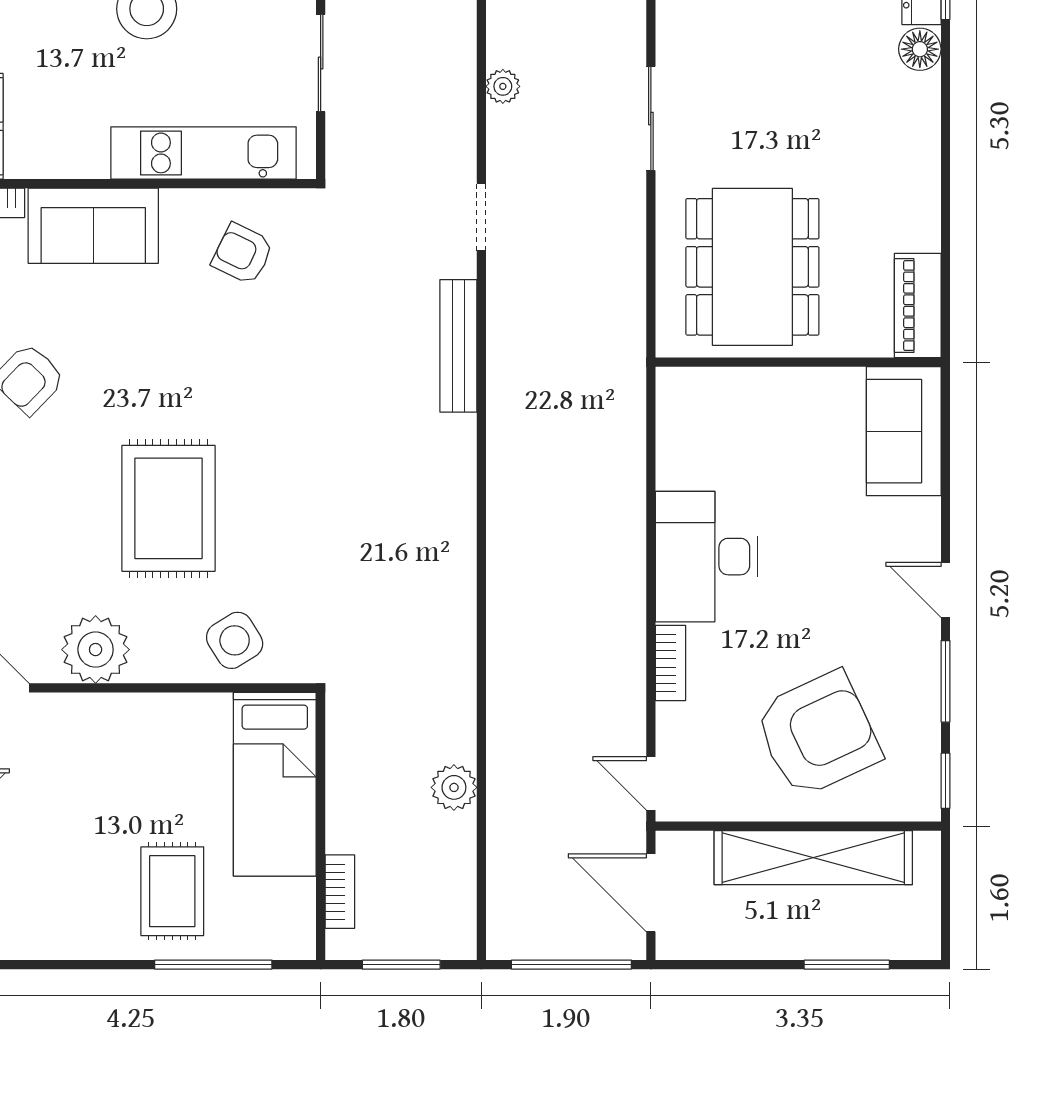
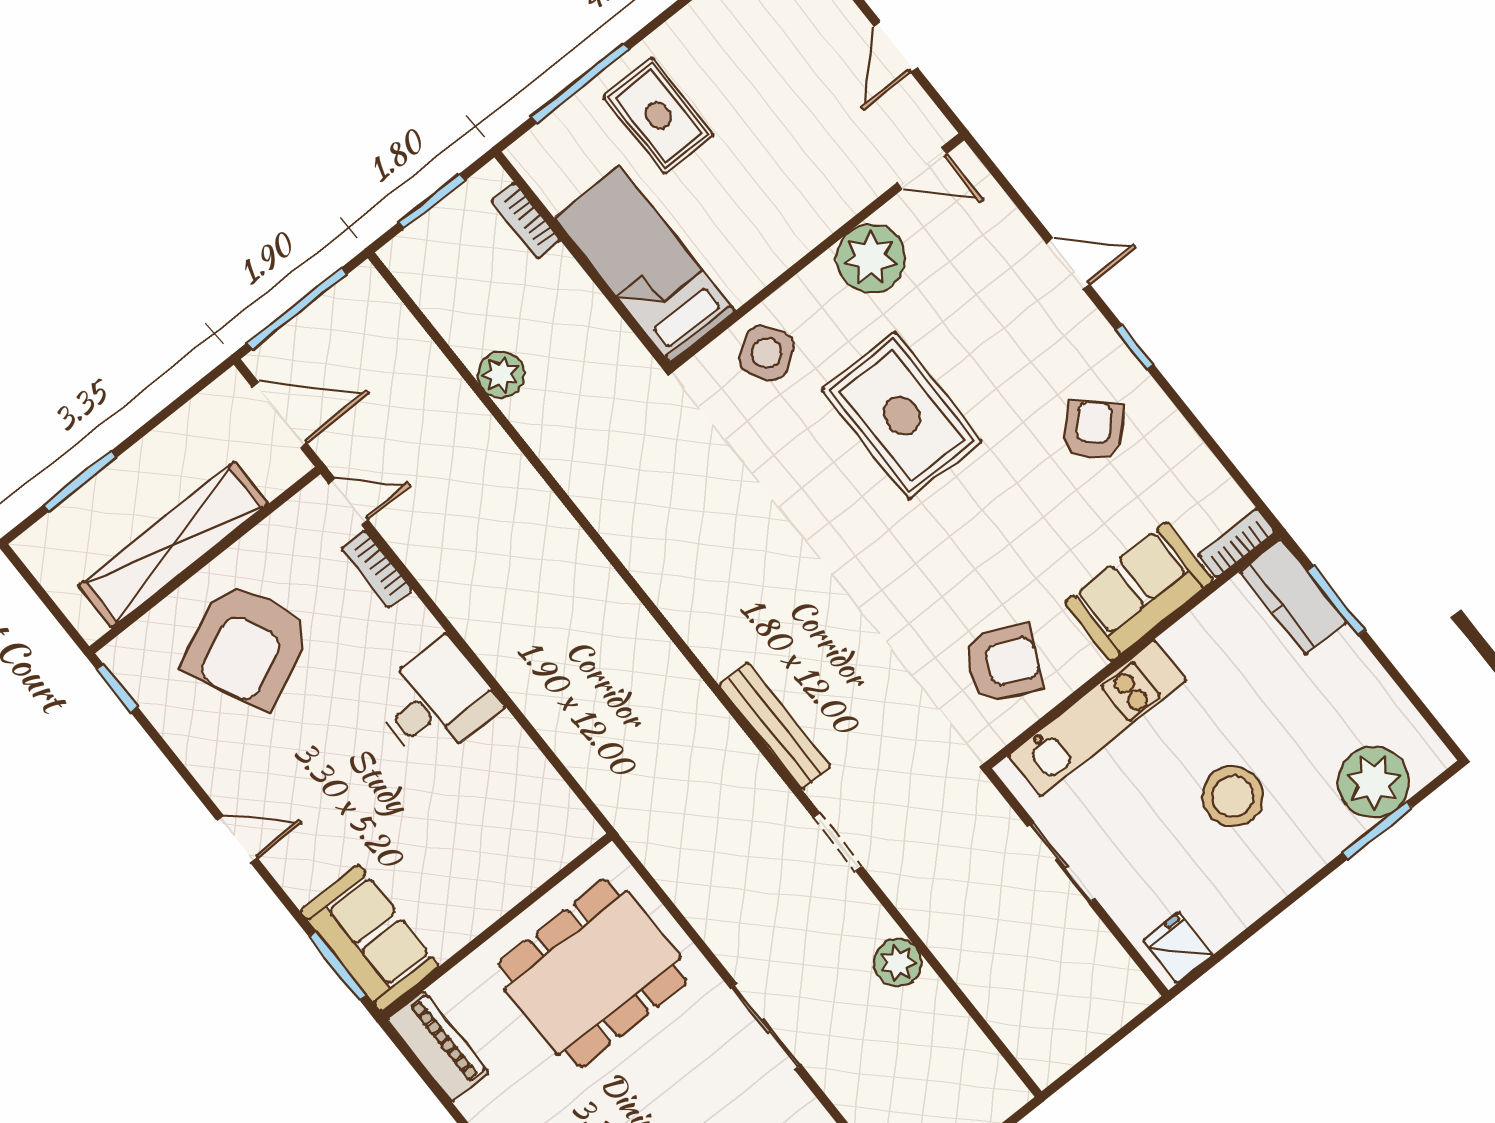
plant: (503, 86) -> (898, 963), width x1.38, depth x1.38
armchair: (243, 254) -> (1003, 663), width x1.38, depth x1.38
dining table: (752, 267) -> (592, 973), turned 90
desk: (707, 557) -> (436, 702), width x0.73
bookcase: (670, 663) -> (377, 569), moved
window: (945, 681) -> (338, 966), moved

